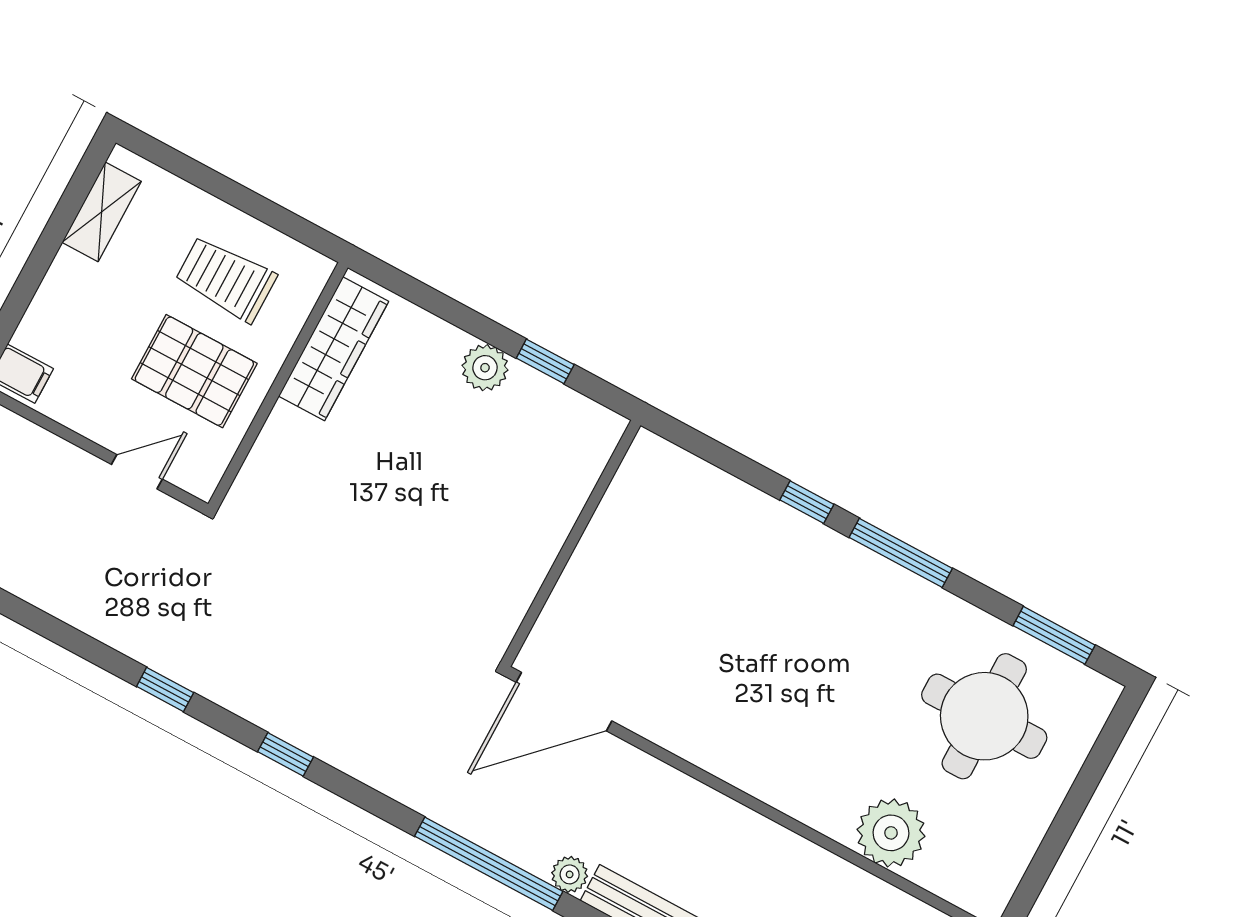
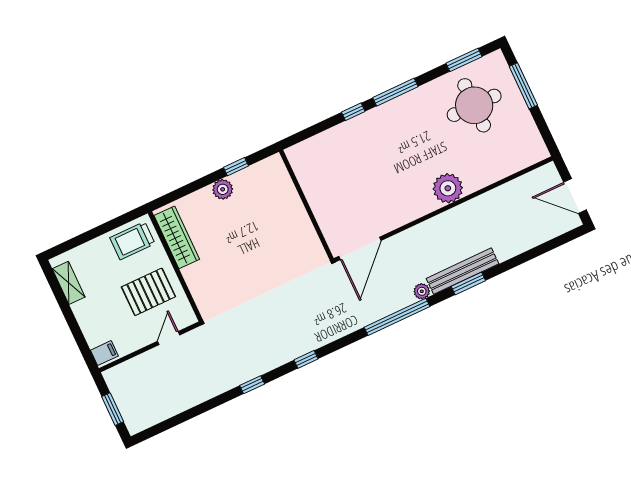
trolley: (226, 279) -> (132, 241), moved
window: (1088, 780) -> (523, 86), added
plant: (891, 833) -> (448, 188), moved

